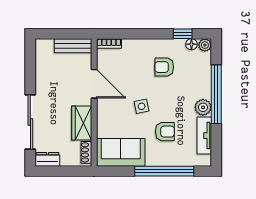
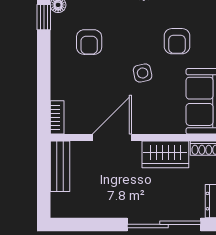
armchair: (165, 132) -> (177, 41), turned 180

